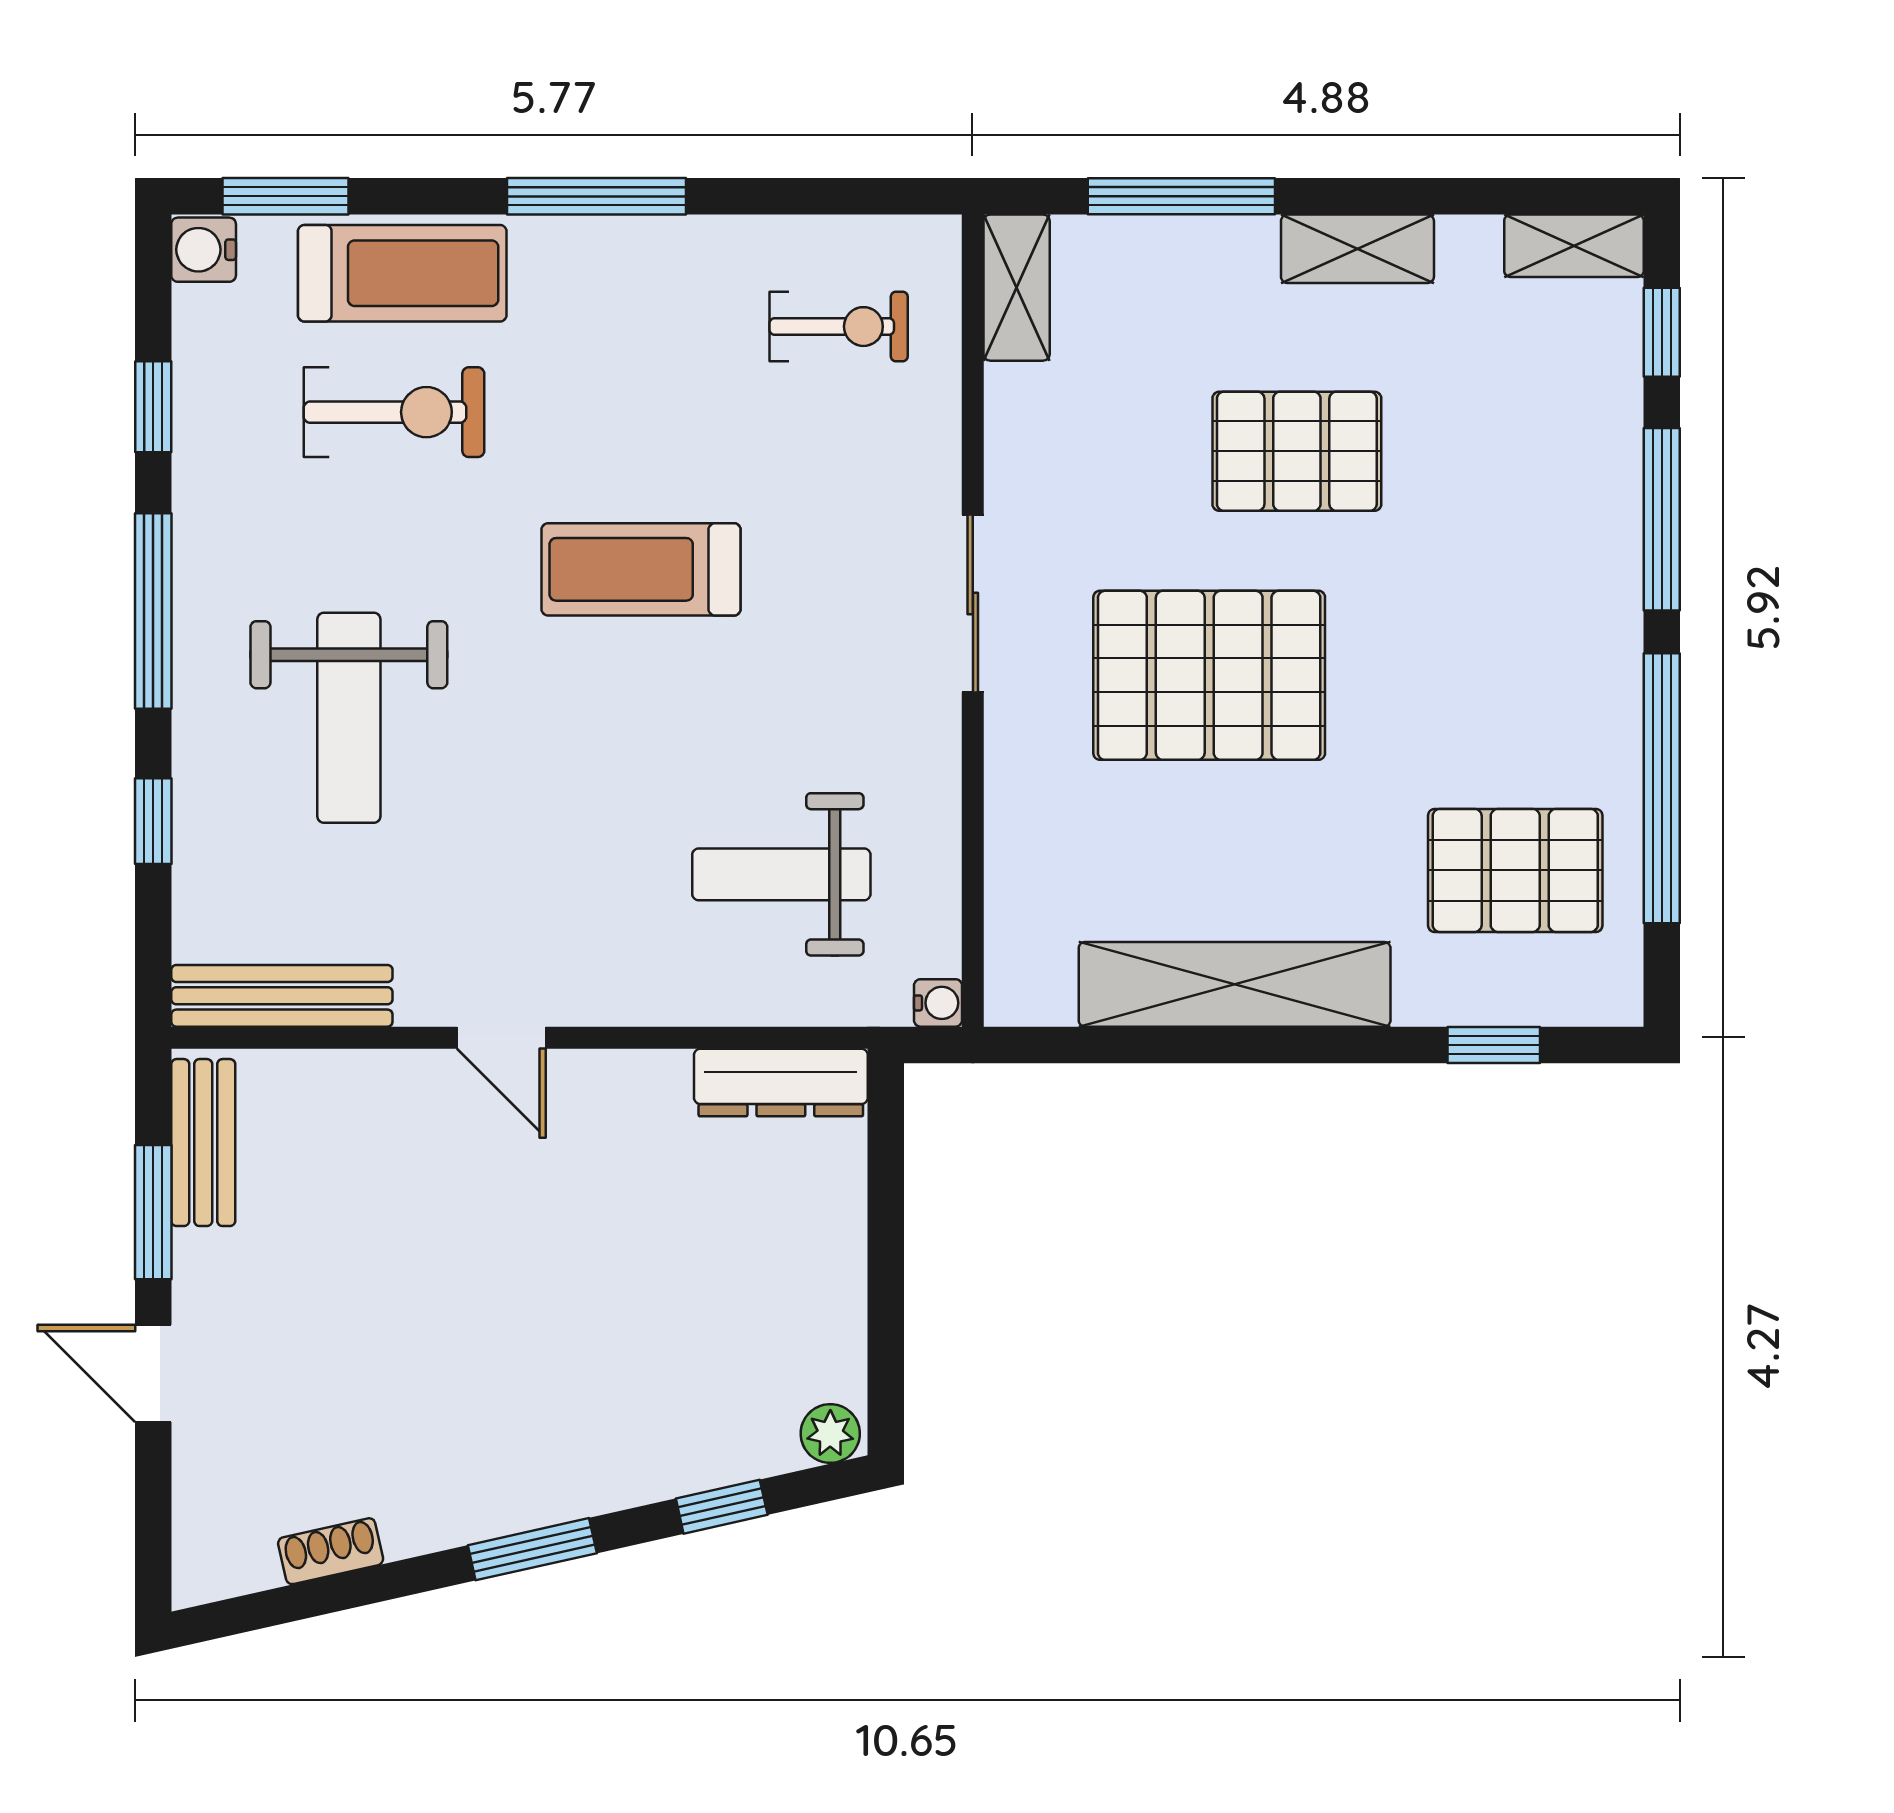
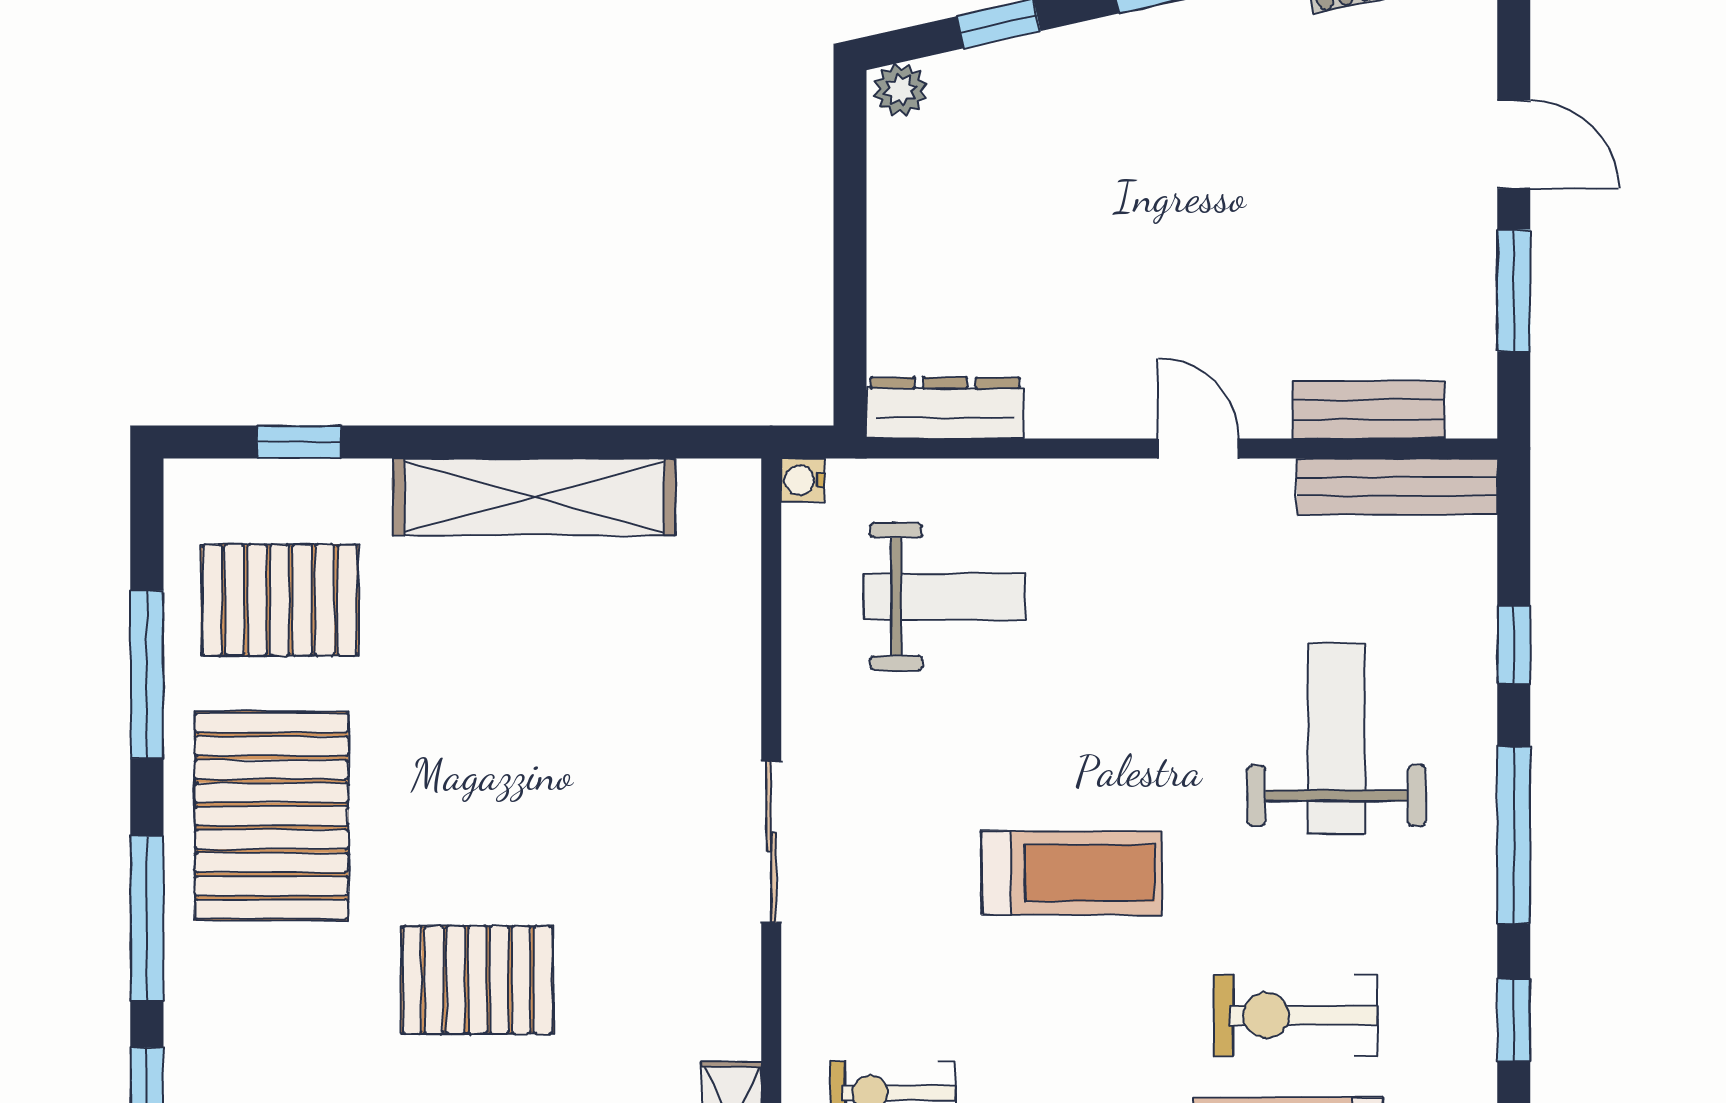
pallet: (1209, 675) -> (272, 816), moved, turned 90
window: (1662, 788) -> (147, 675), width x0.68
bench: (203, 1143) -> (1369, 410), moved, turned 90

